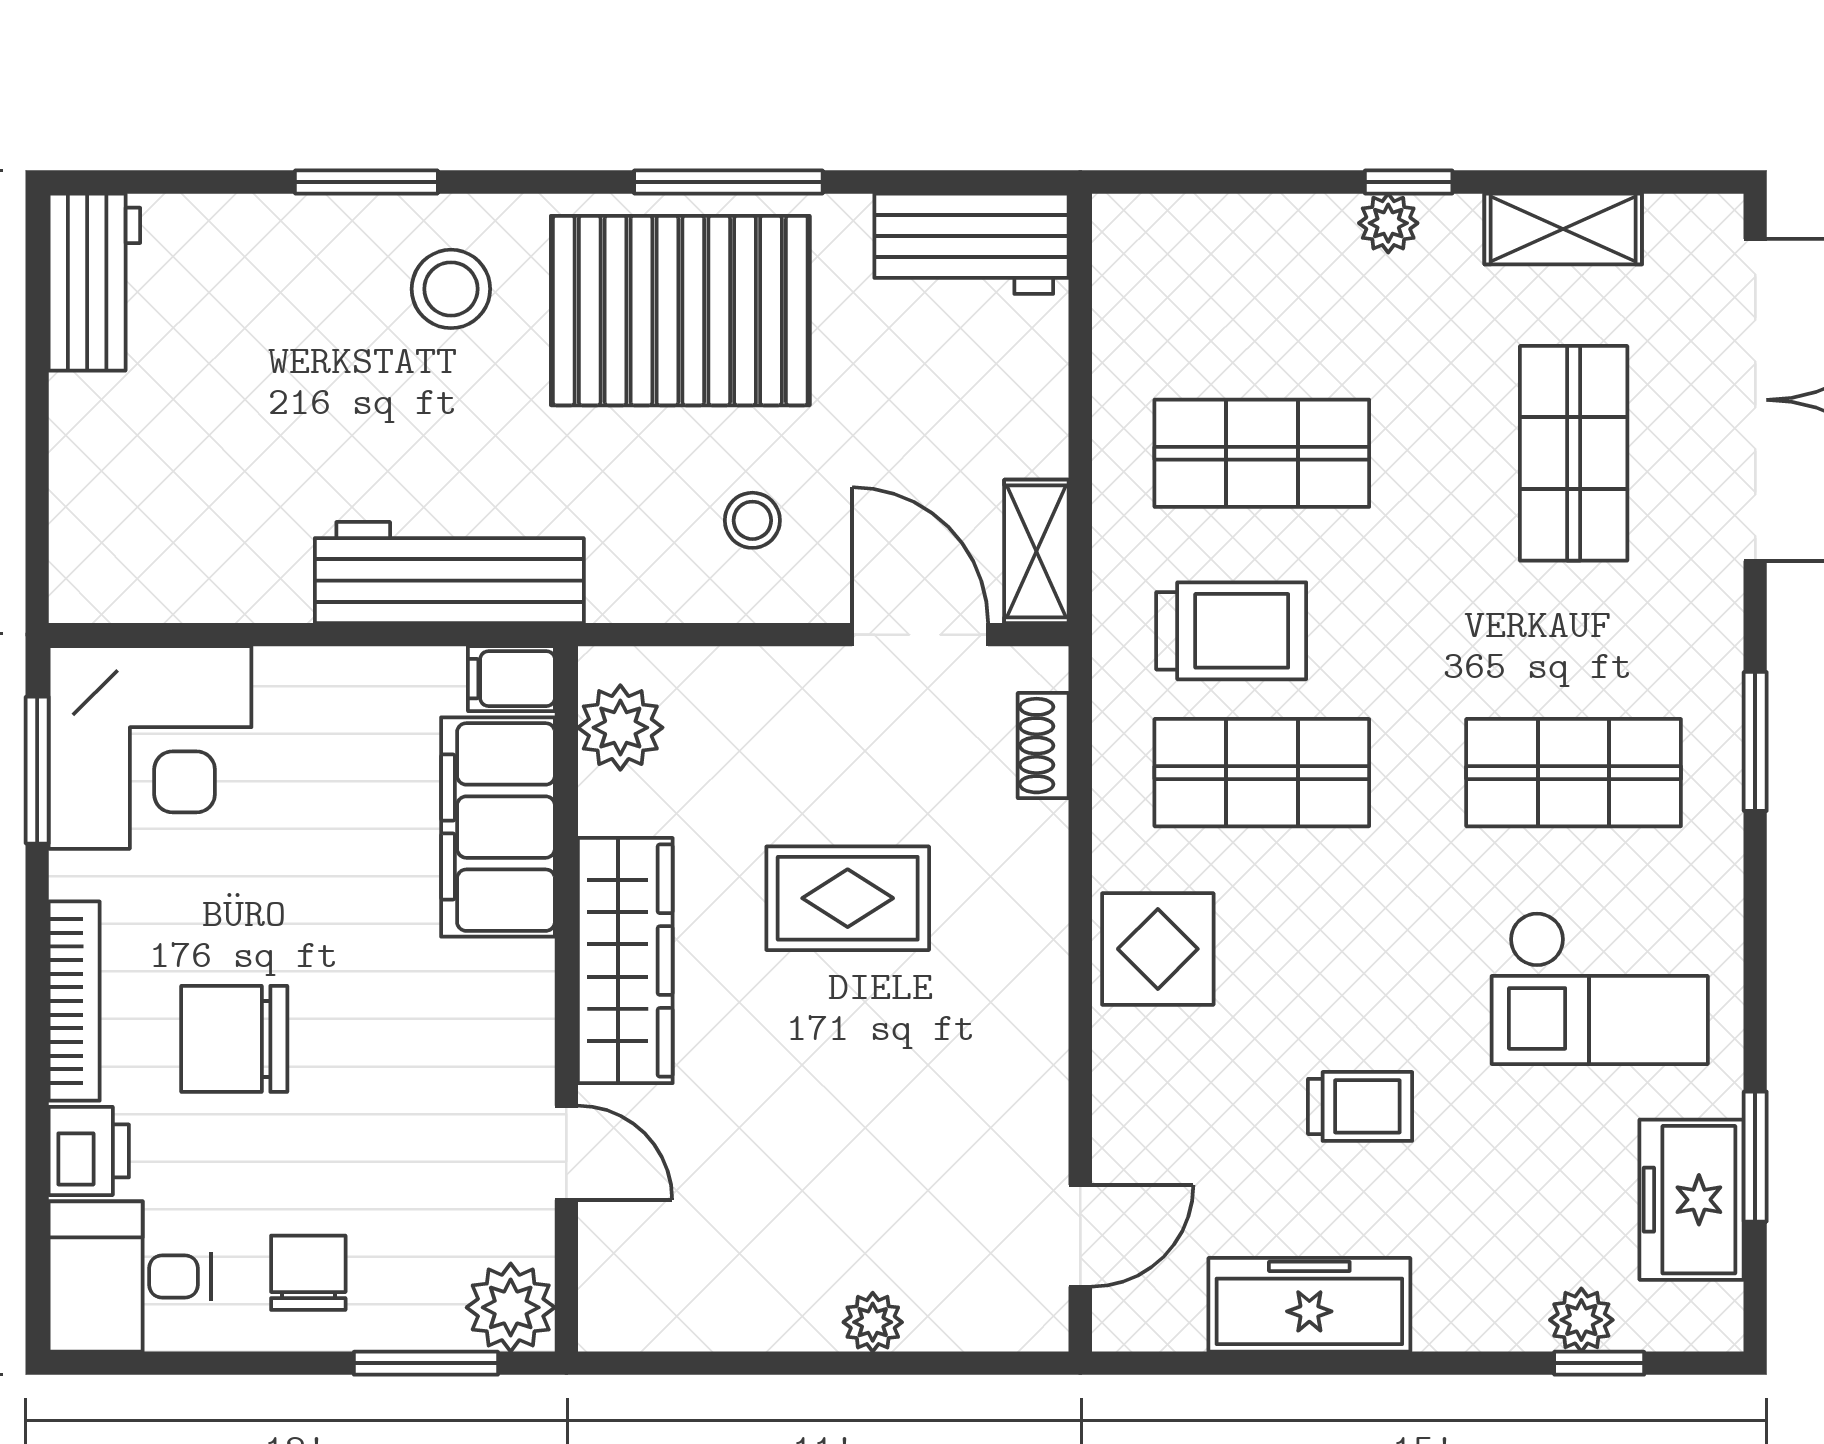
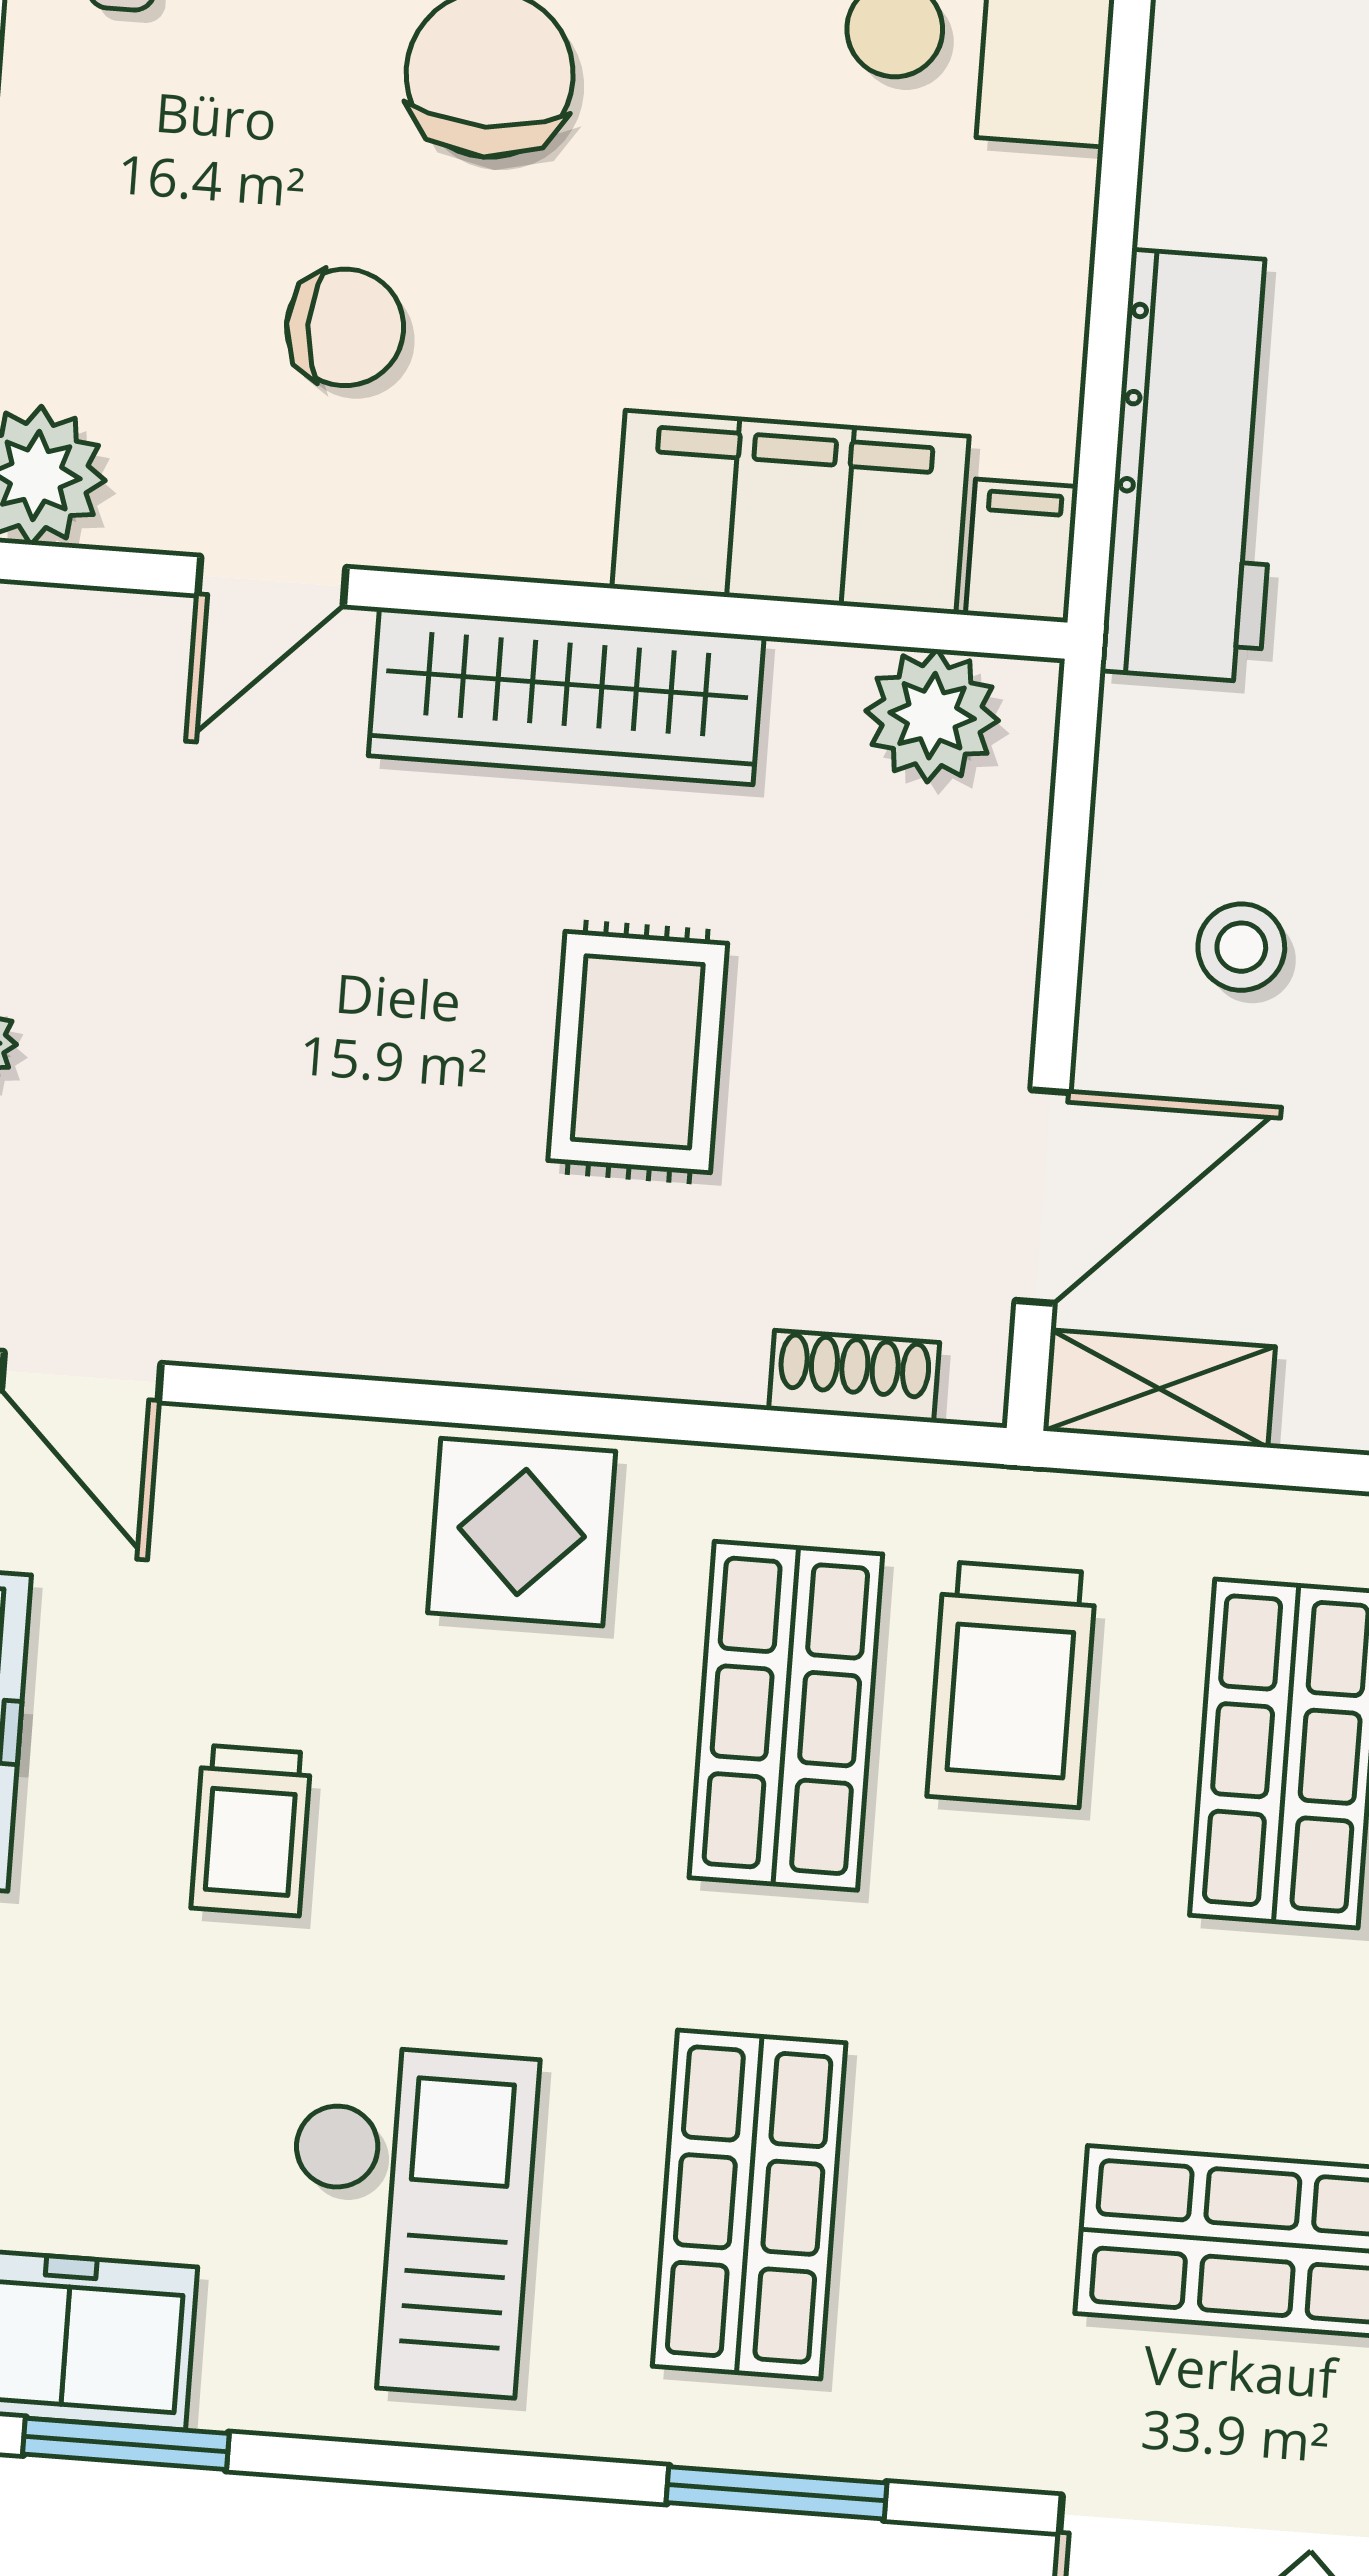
checkout: (1600, 988) -> (408, 2220), turned 180
chair: (308, 1273) -> (345, 327), moved

